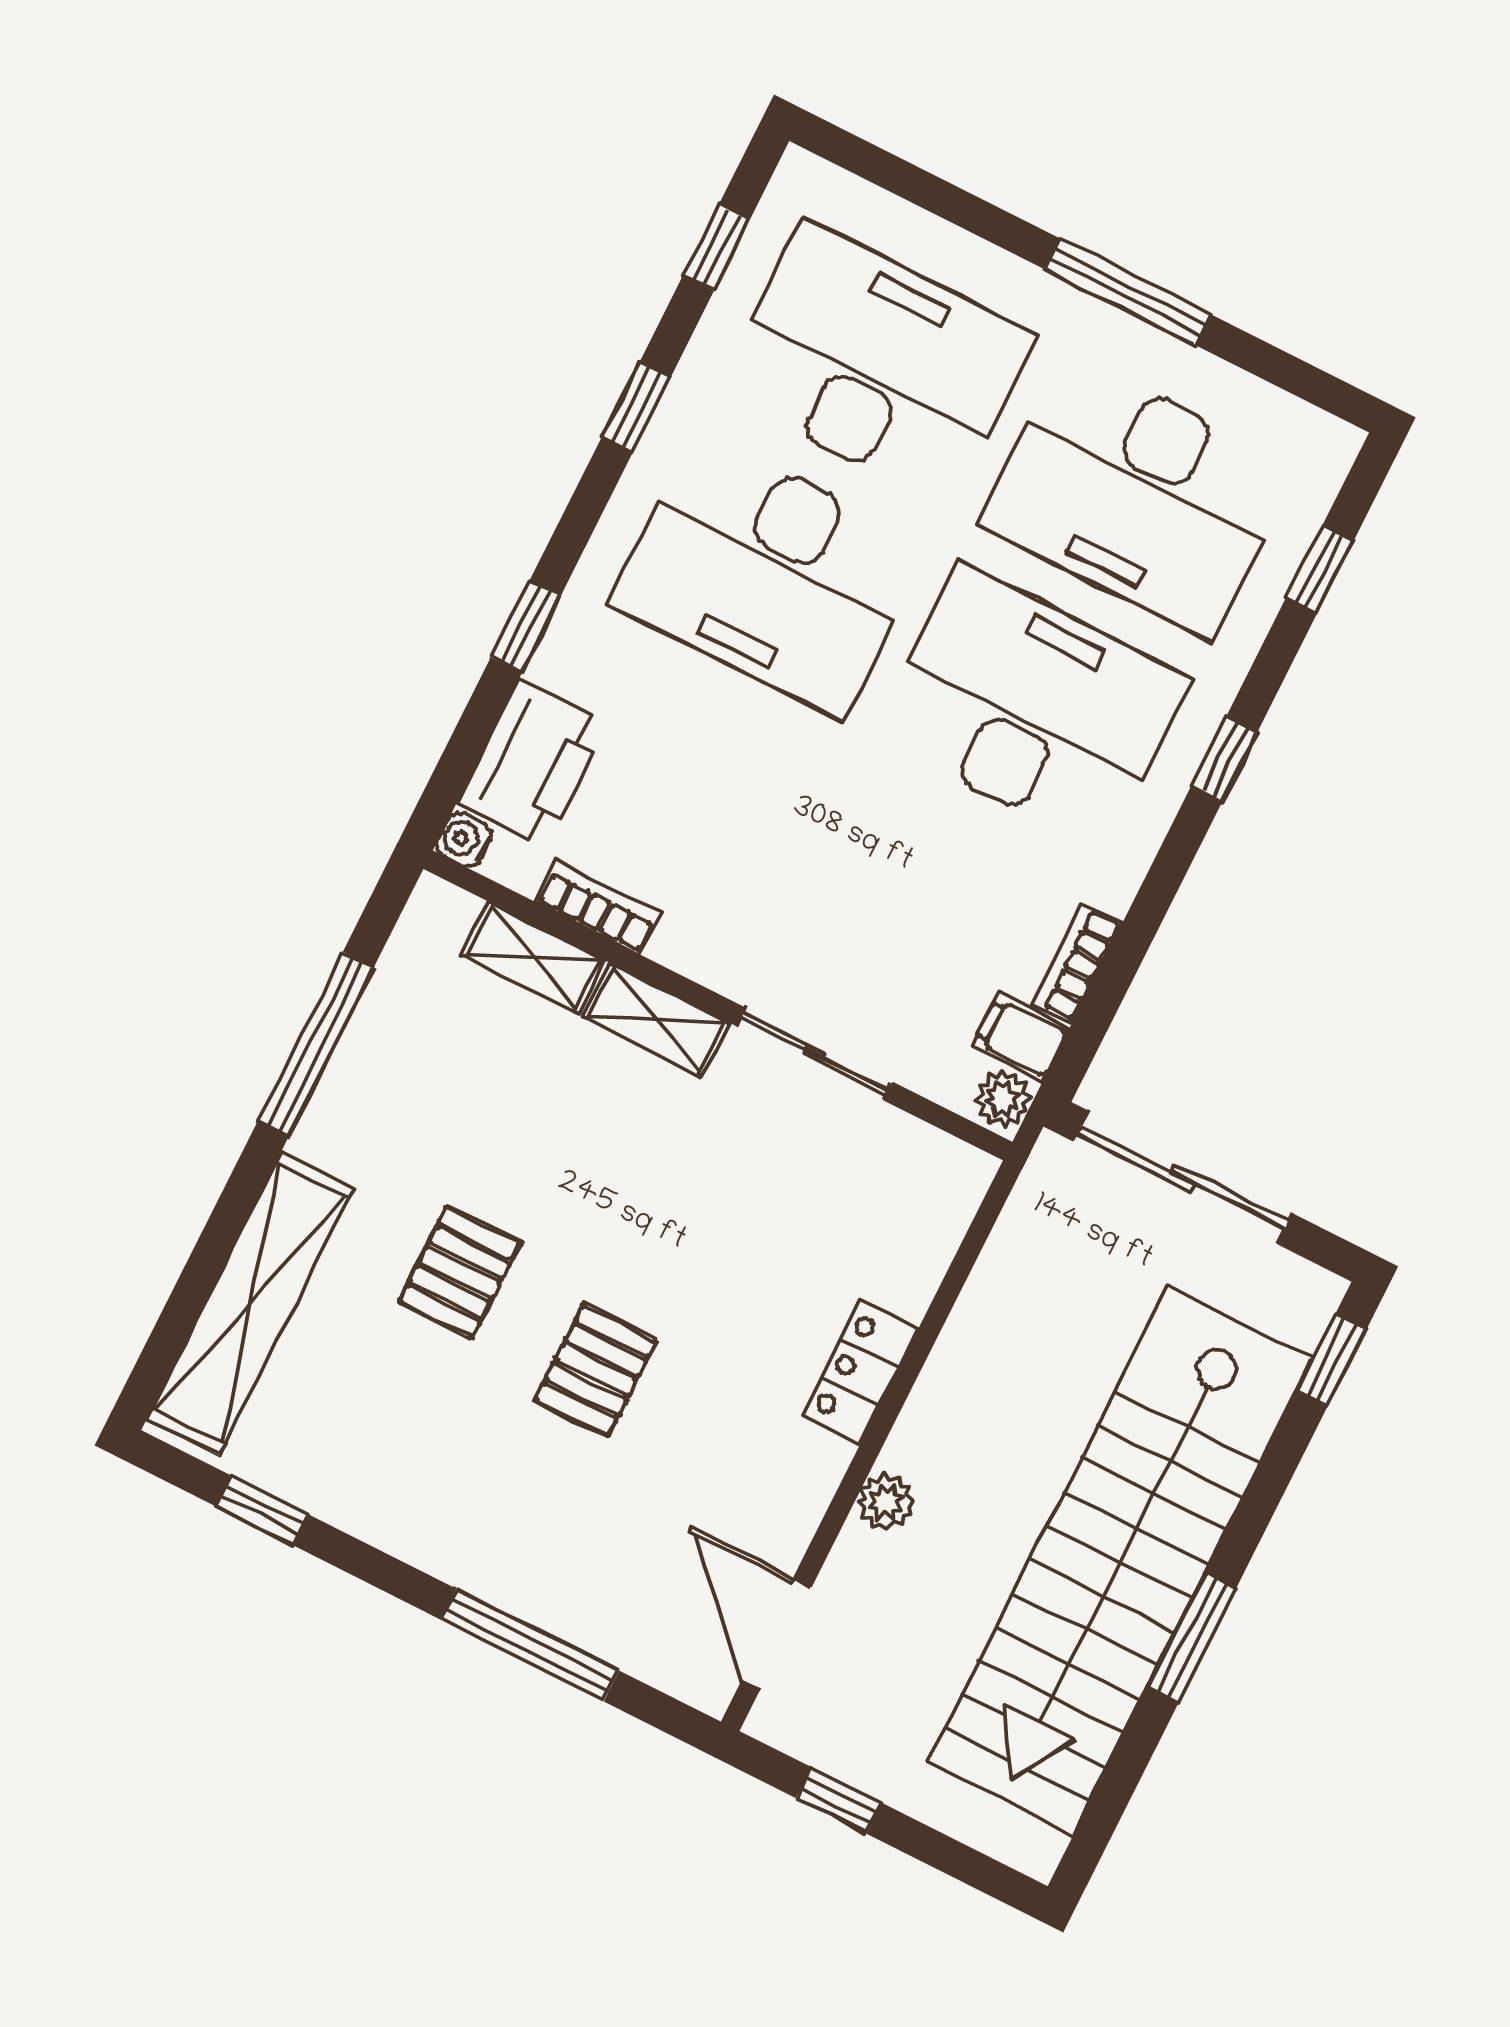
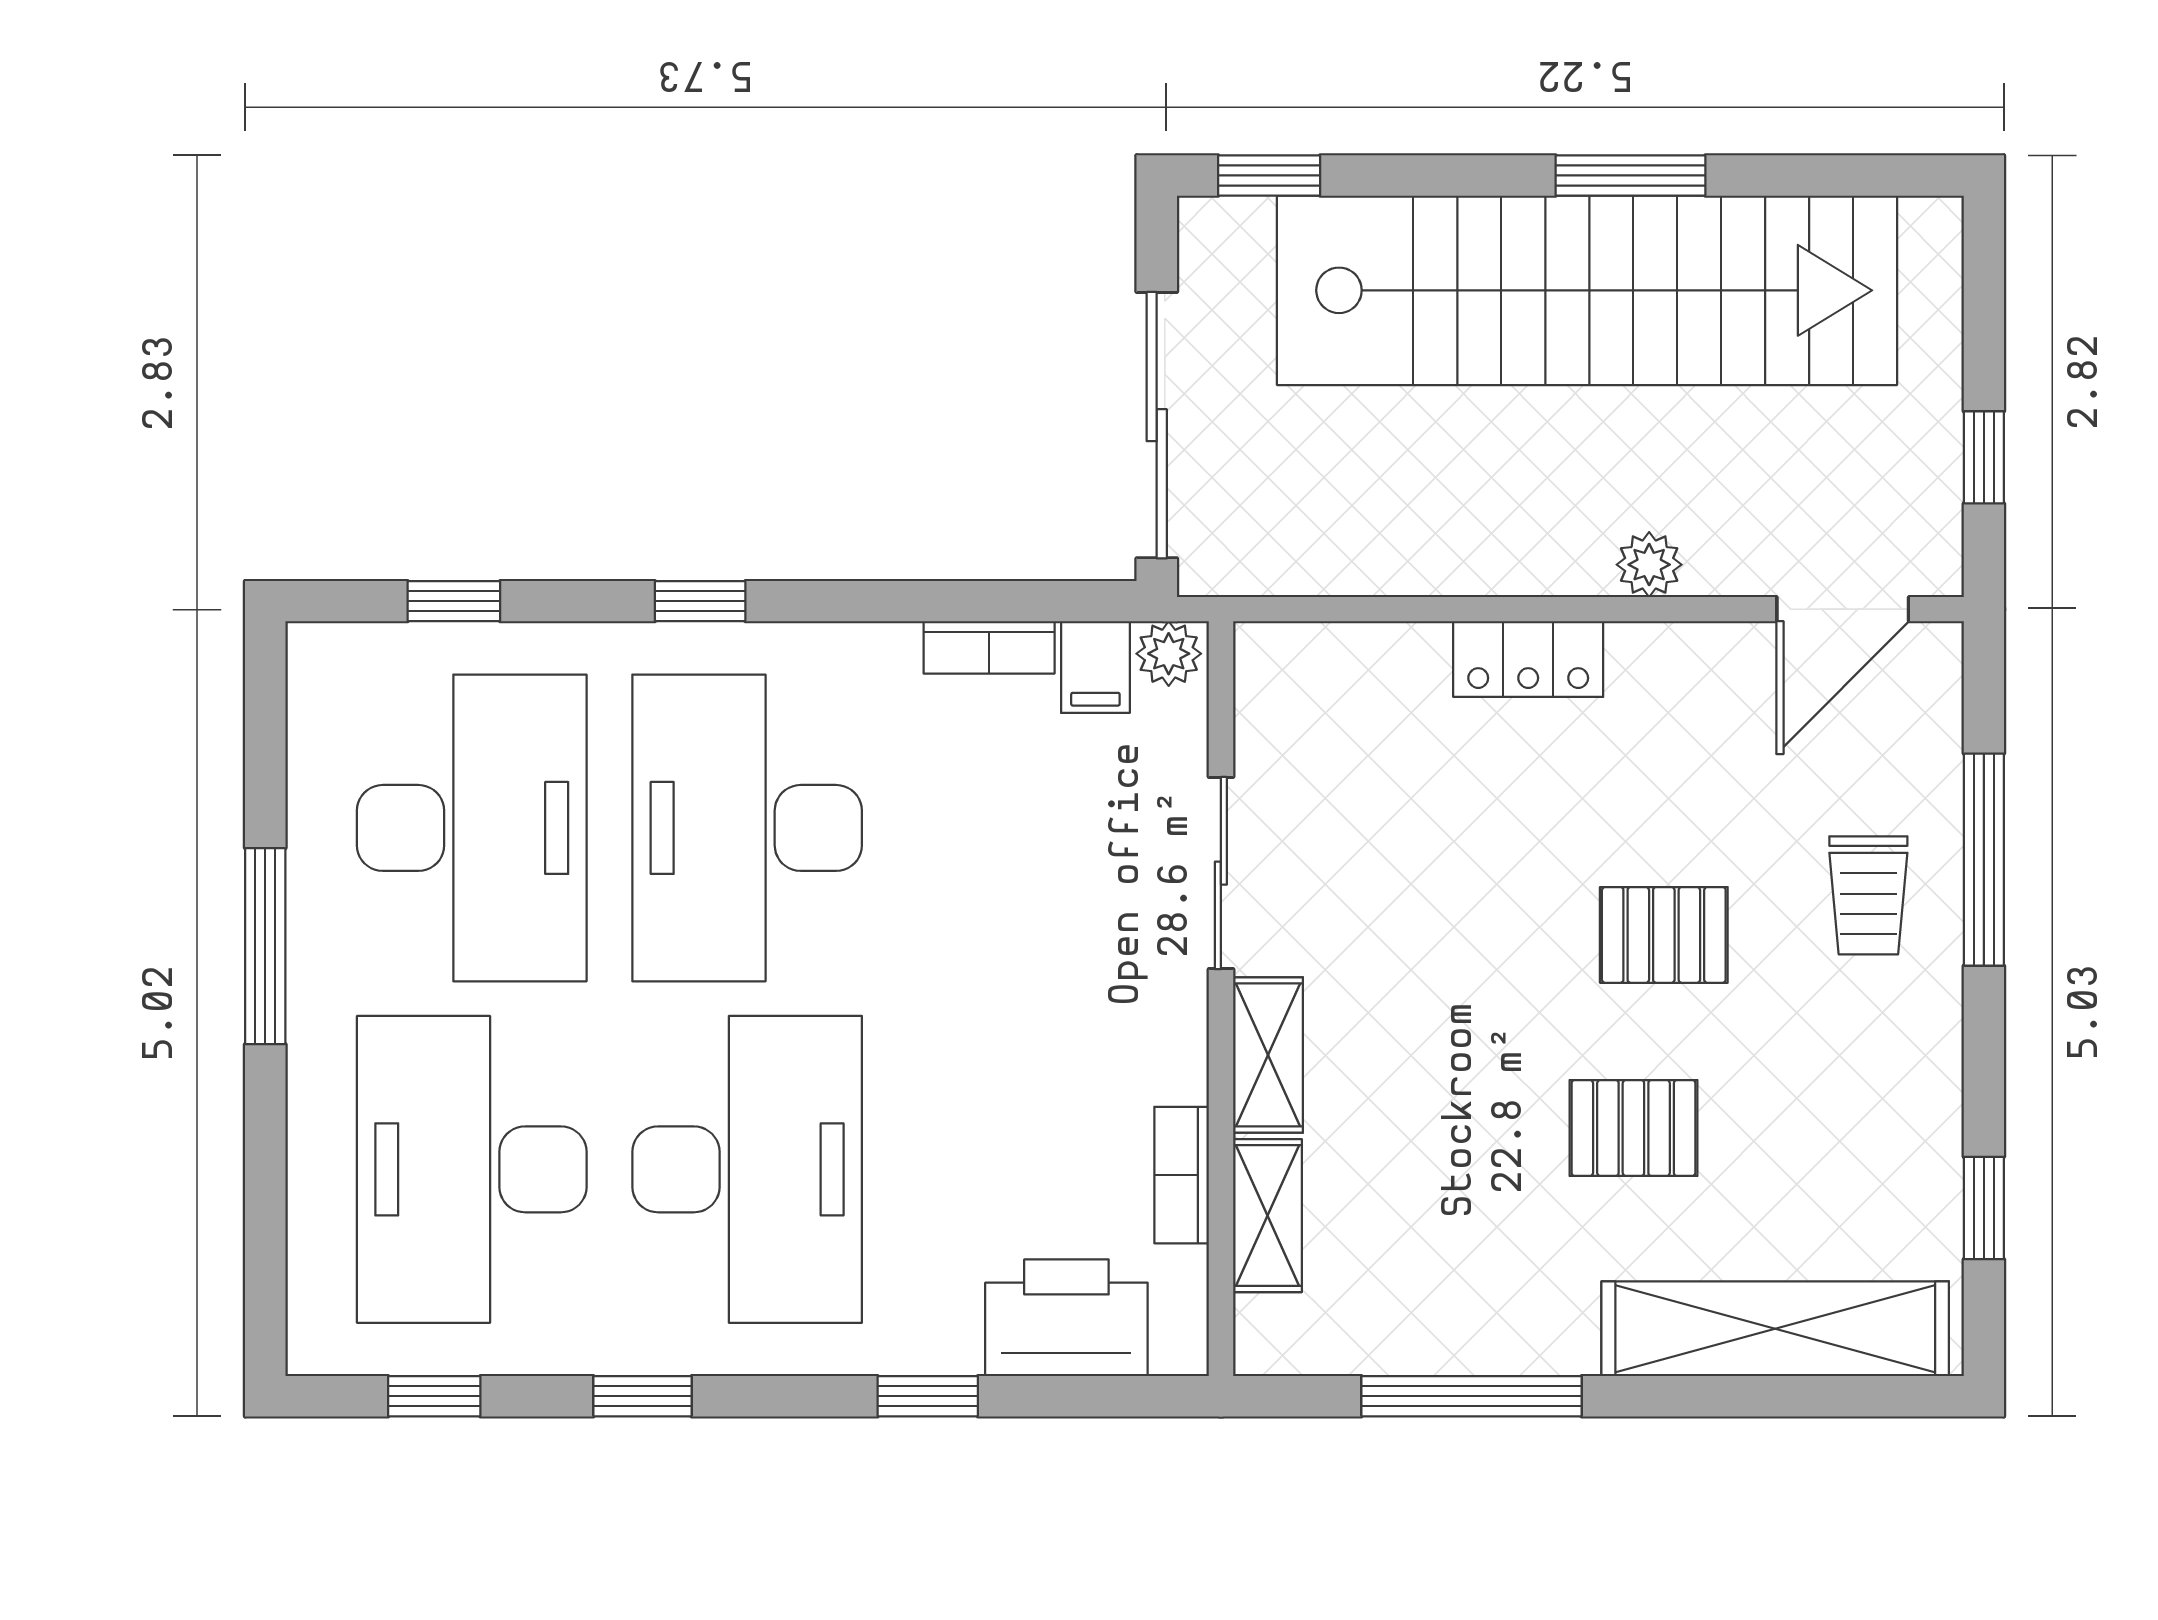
water cooler: (464, 840) -> (1181, 1349), removed
trolley: (547, 1542) -> (1868, 895), added

